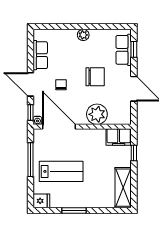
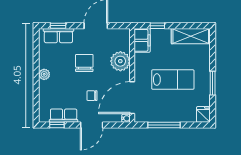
window: (30, 112) -> (57, 125), moved
lab bench: (61, 171) -> (173, 80), moved, turned 90

